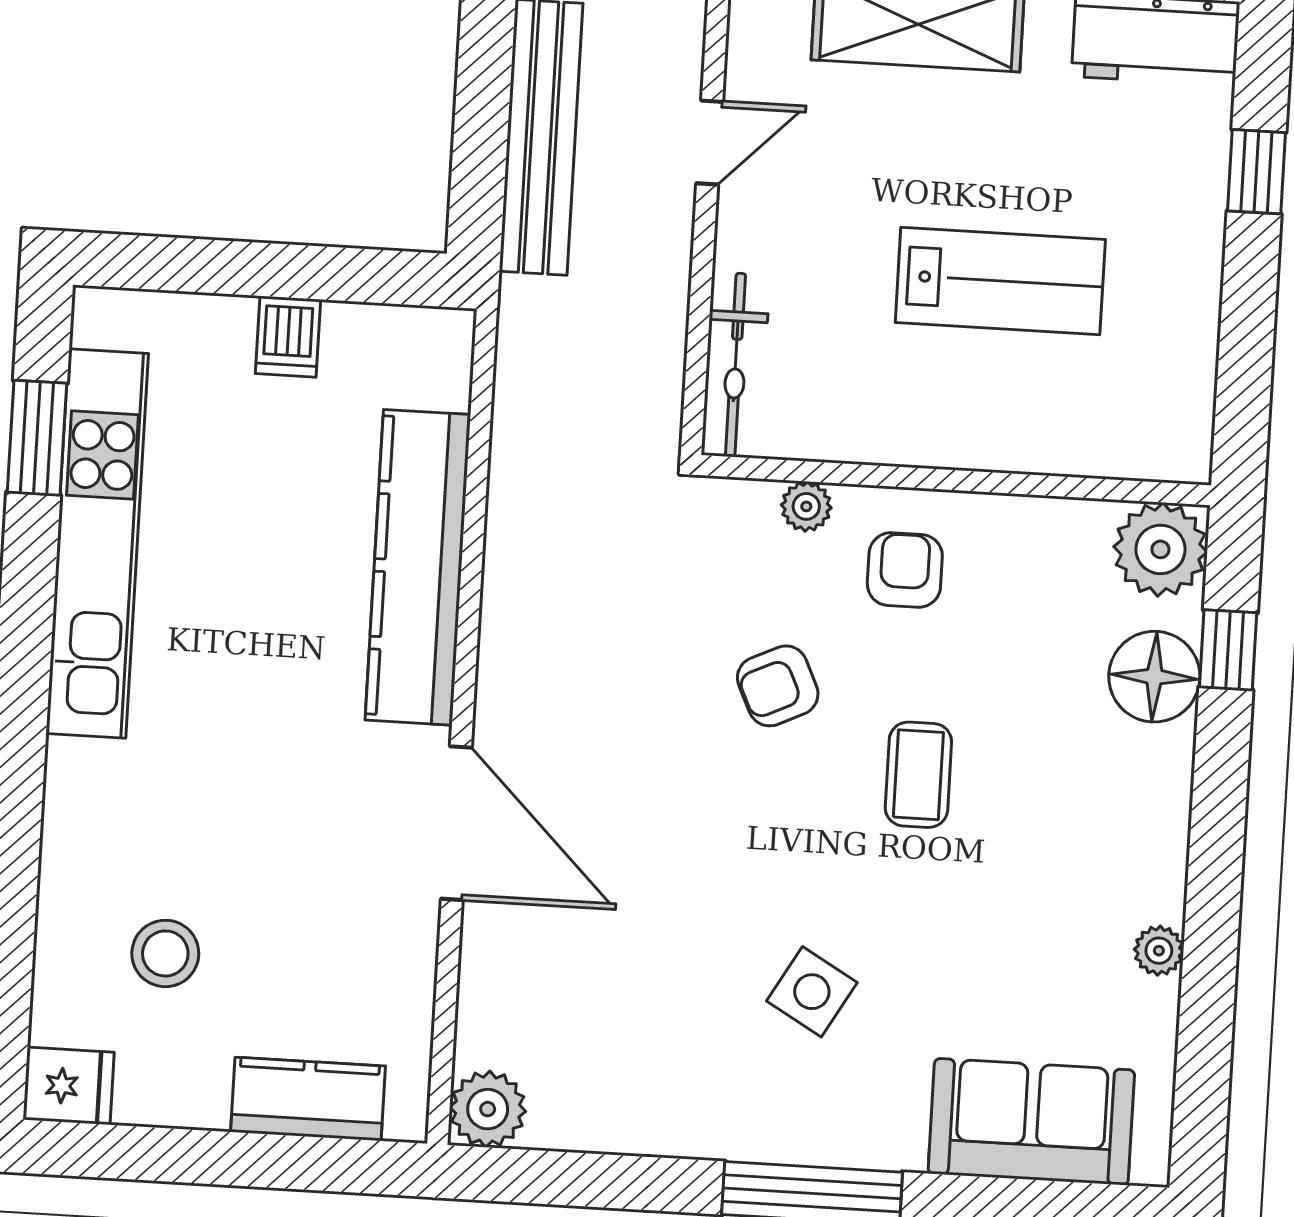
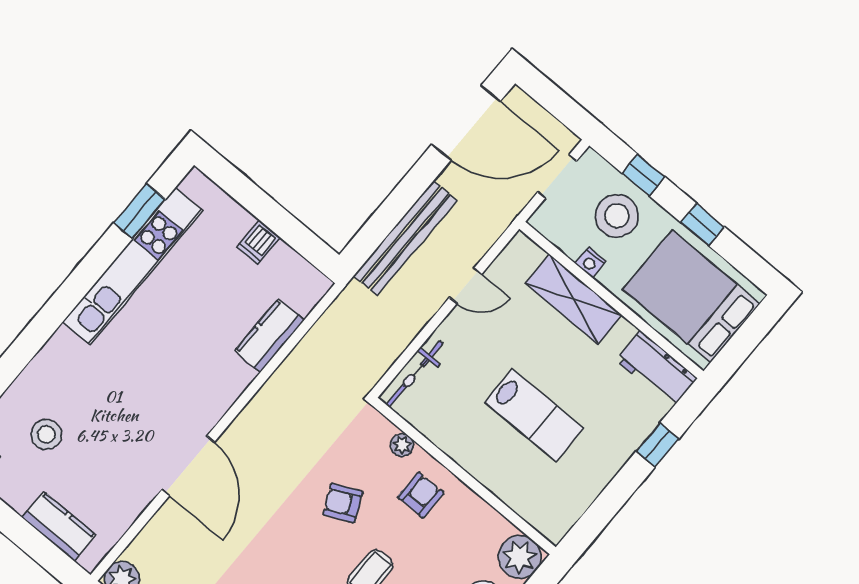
kitchen counter: (418, 567) -> (269, 335), width x0.48, depth x0.86

